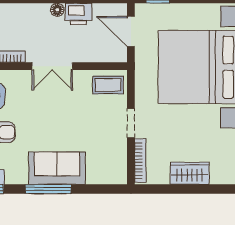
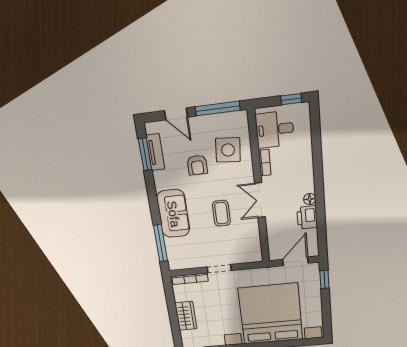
coffee table: (108, 85) -> (221, 213), moved
window: (48, 189) -> (161, 243), moved

